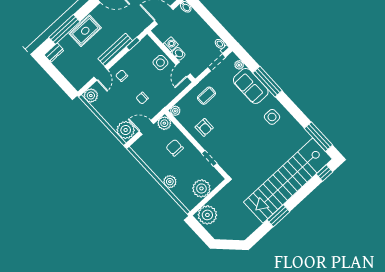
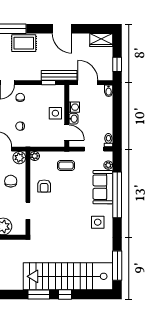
bench: (115, 50) -> (59, 75), moved
door: (183, 69) -> (67, 133), swing flipped
window: (267, 82) -> (117, 195), width x1.46
window: (324, 173) -> (65, 294), moved

